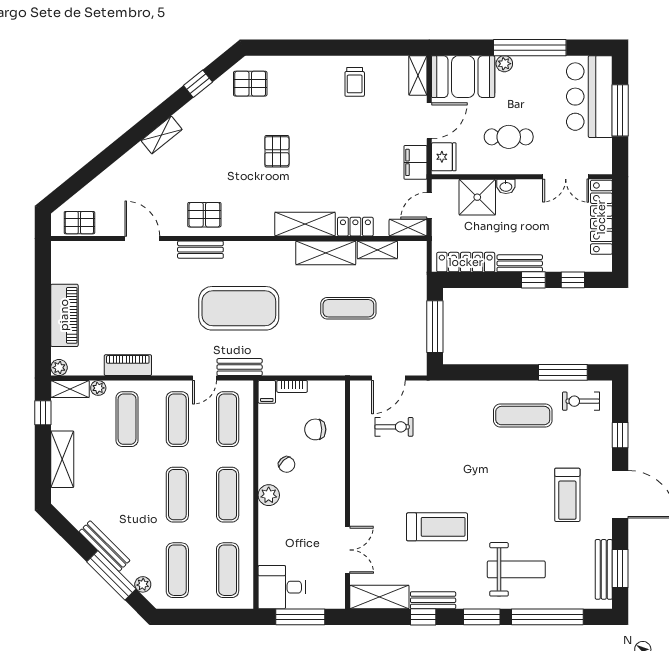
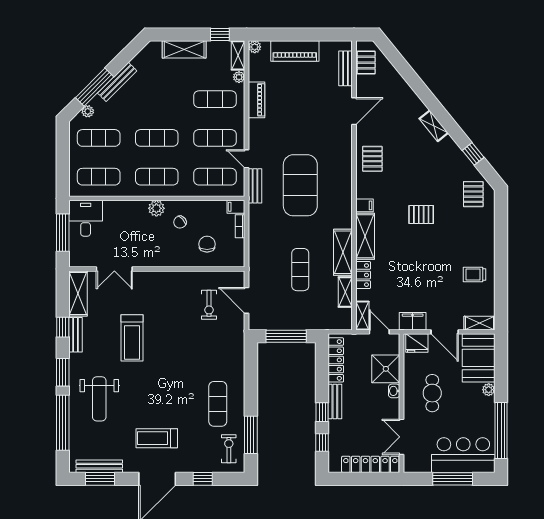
window: (530, 48) -> (501, 430), moved
filing cabinet: (265, 225) -> (364, 205), added
bench: (200, 250) -> (345, 68), moved

